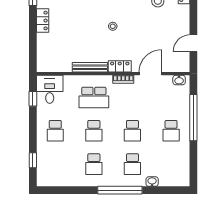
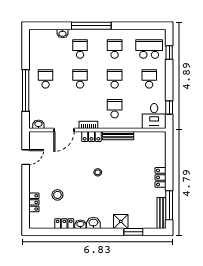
school desk: (94, 97) -> (115, 109), width x0.54
school desk: (55, 164) -> (149, 49), added

